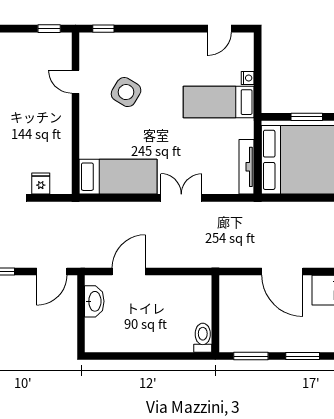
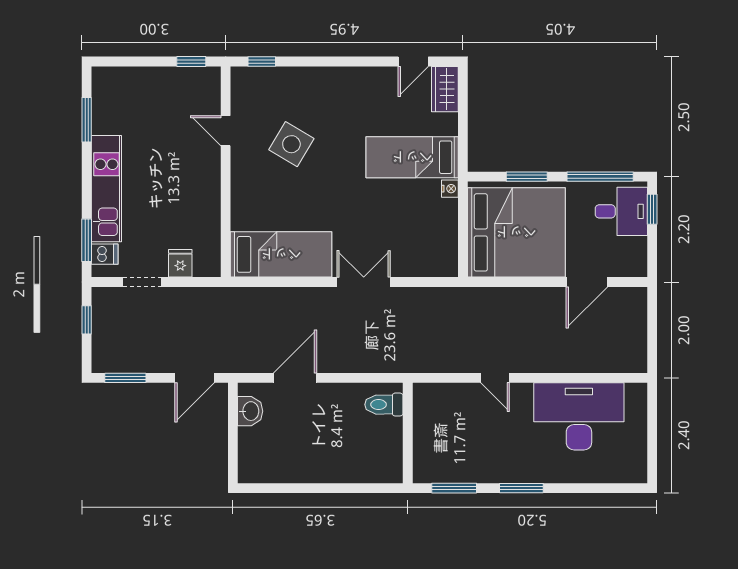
wardrobe: (244, 50) -> (445, 89), added
nightstand: (248, 78) -> (450, 189), moved
tv unit: (247, 167) -> (448, 242), removed
door: (282, 271) -> (495, 378), width x0.53
washbasin: (94, 301) -> (250, 411), width x0.72
toilet: (203, 338) -> (384, 405), moved, turned -90

